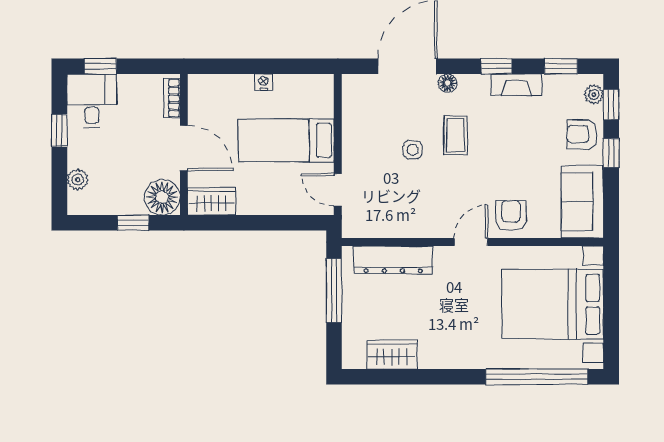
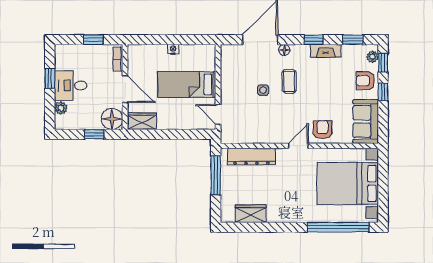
window: (100, 66) -> (93, 40), moved
desk: (92, 101) -> (71, 85), moved, turned -90

